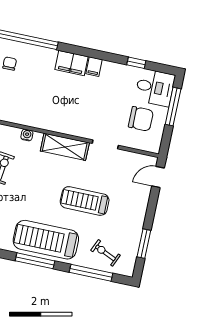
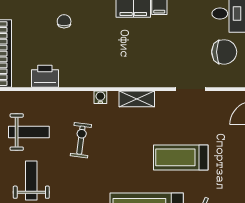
shelving: (65, 147) -> (137, 99), width x0.67, depth x0.75

